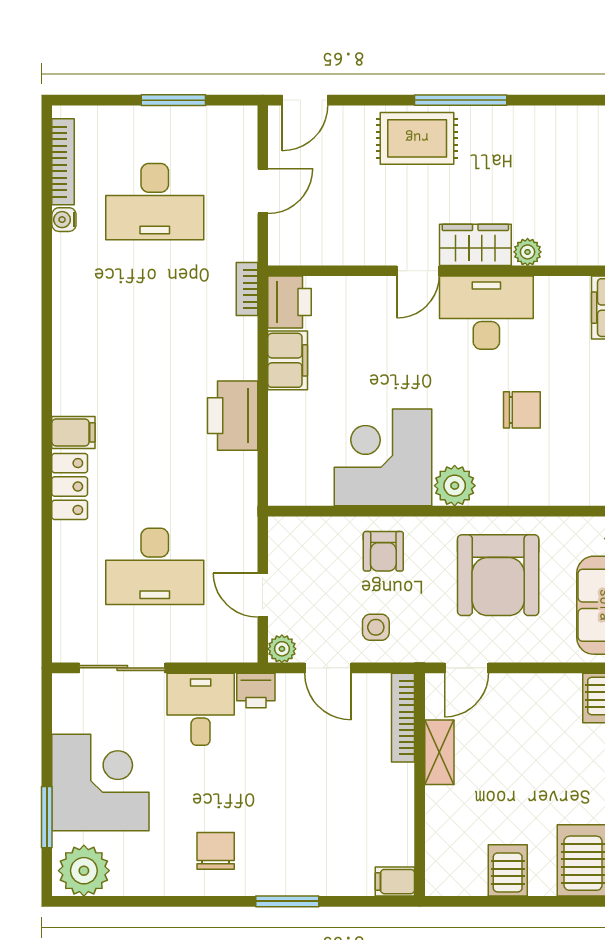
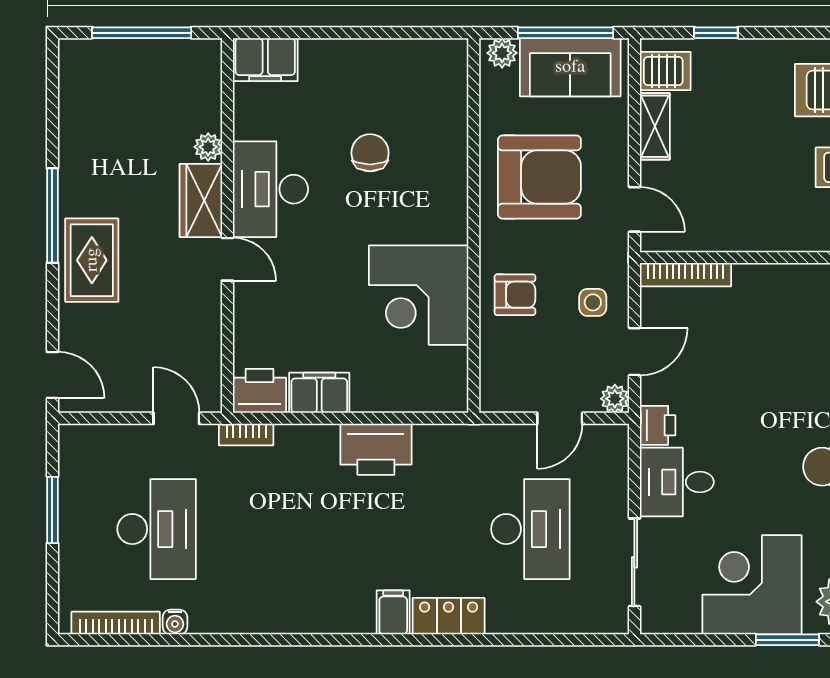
door: (263, 191) -> (176, 418), moved
plant: (455, 486) -> (448, 222), removed
shelving: (439, 752) -> (655, 126), moved, turned 90

